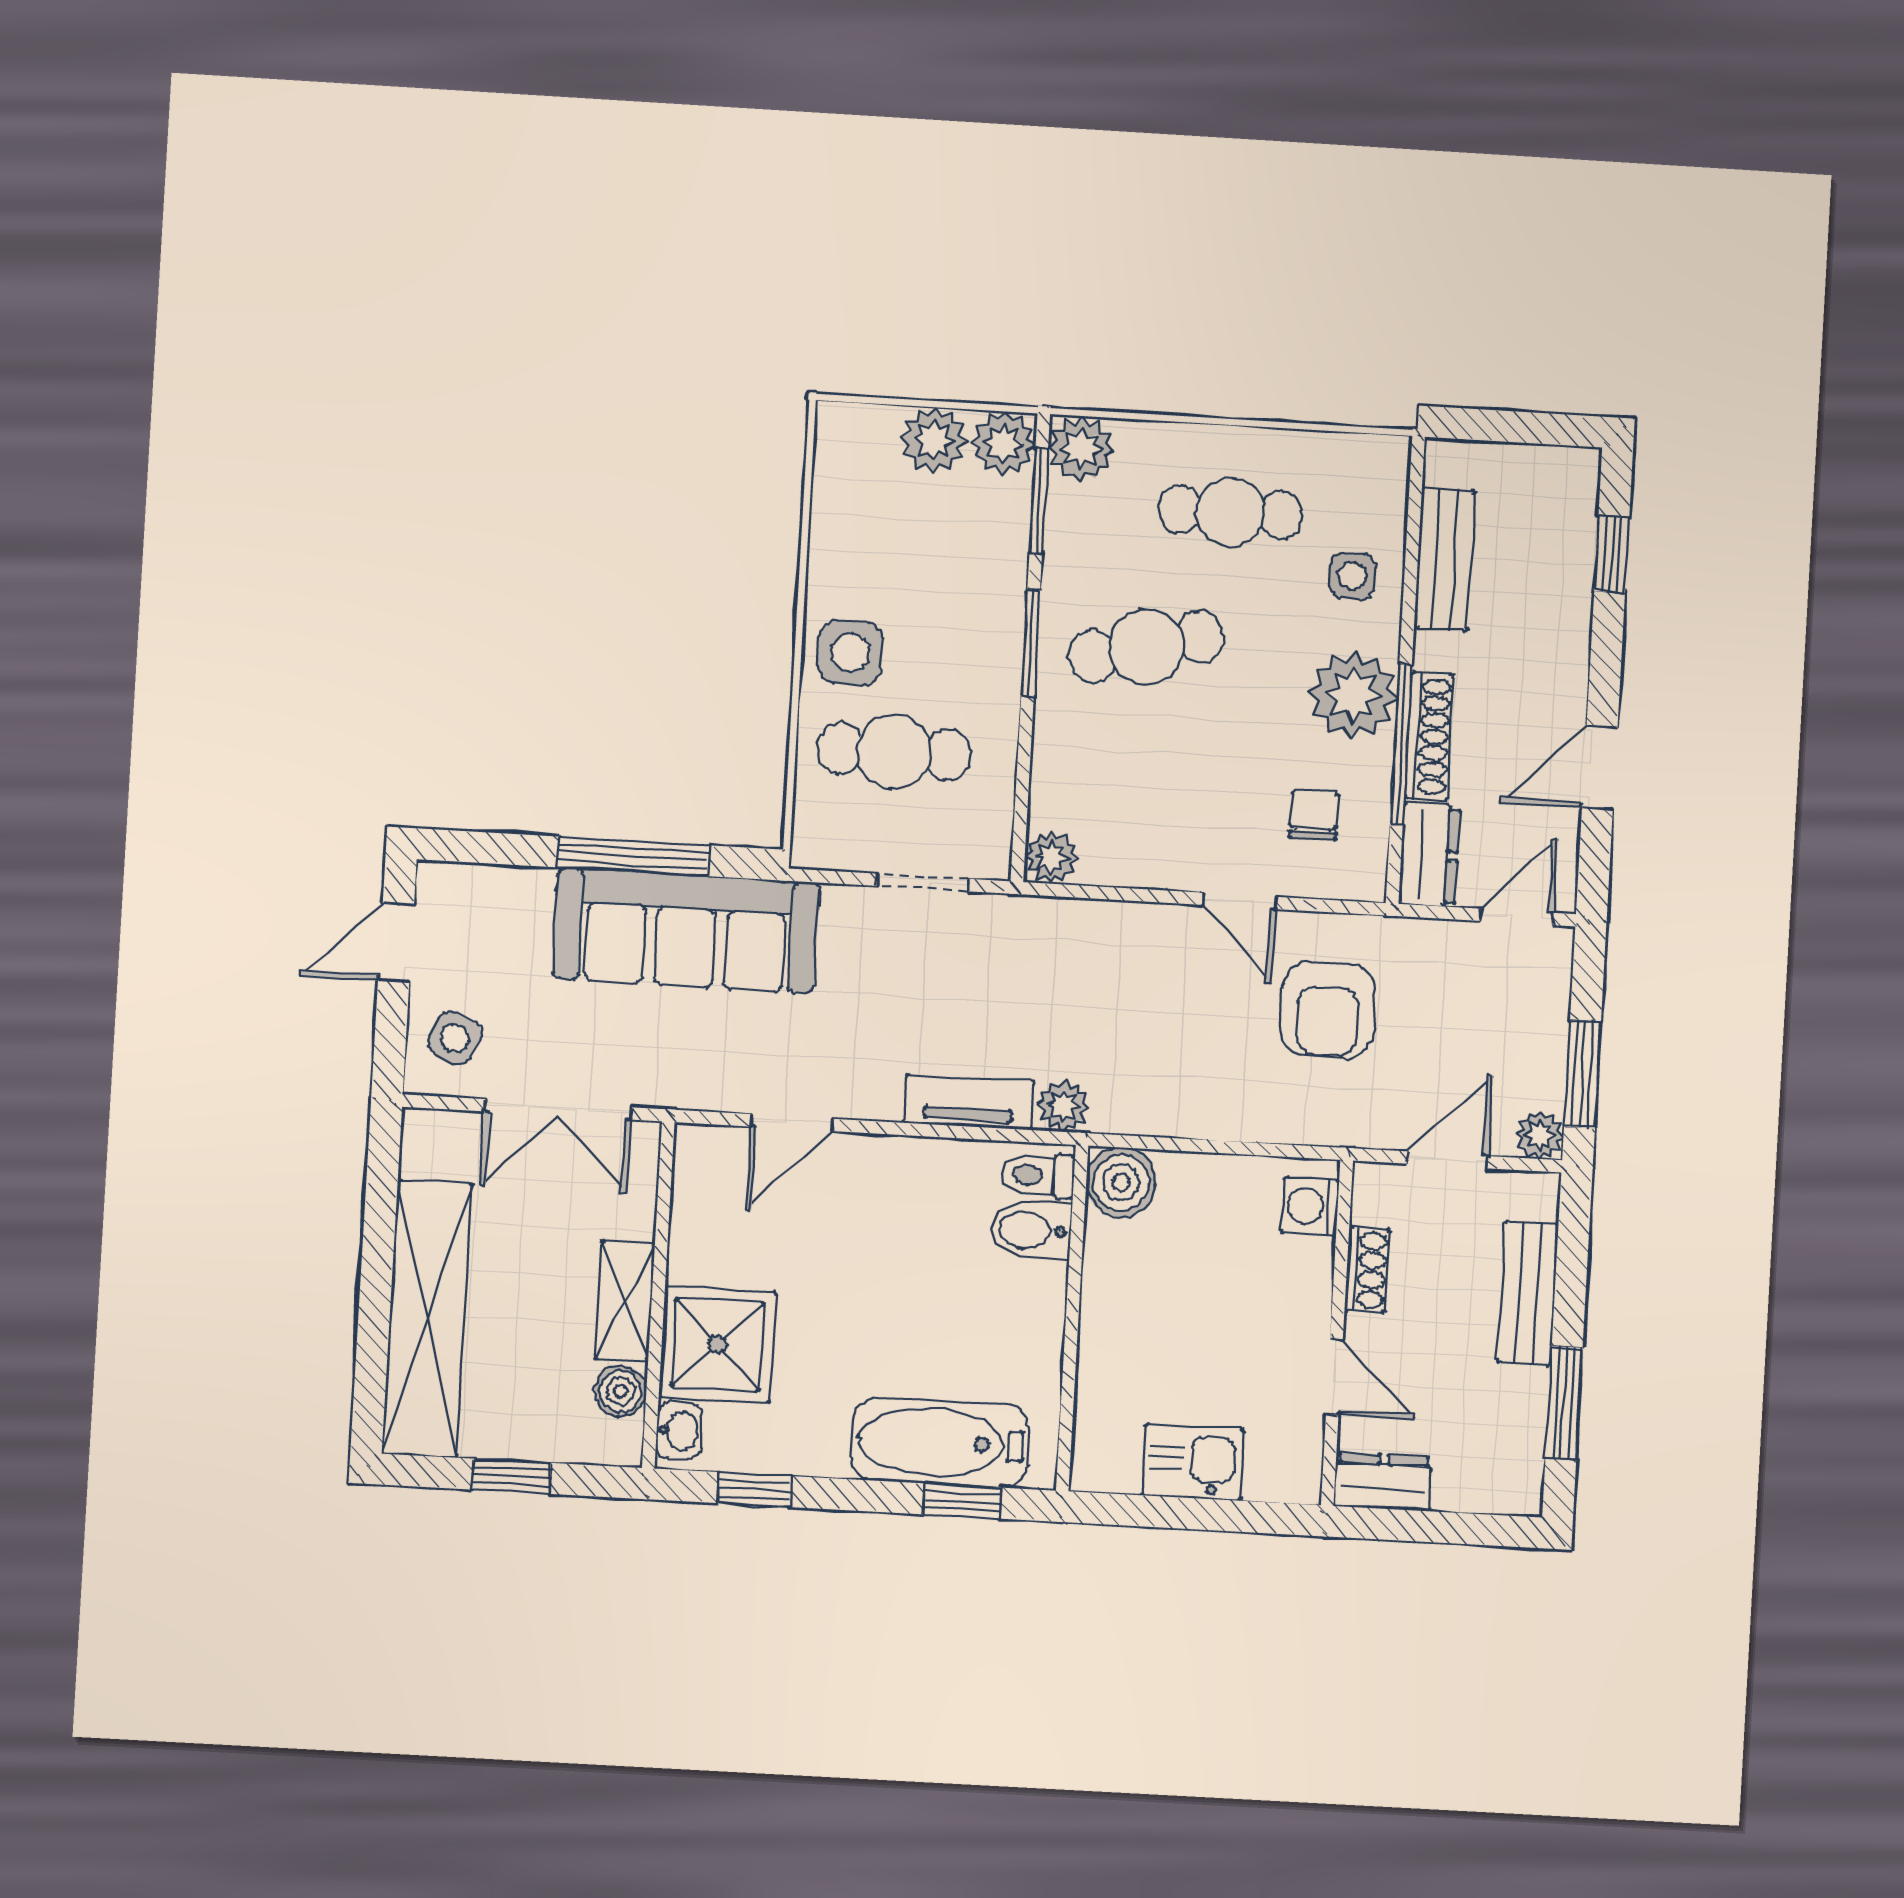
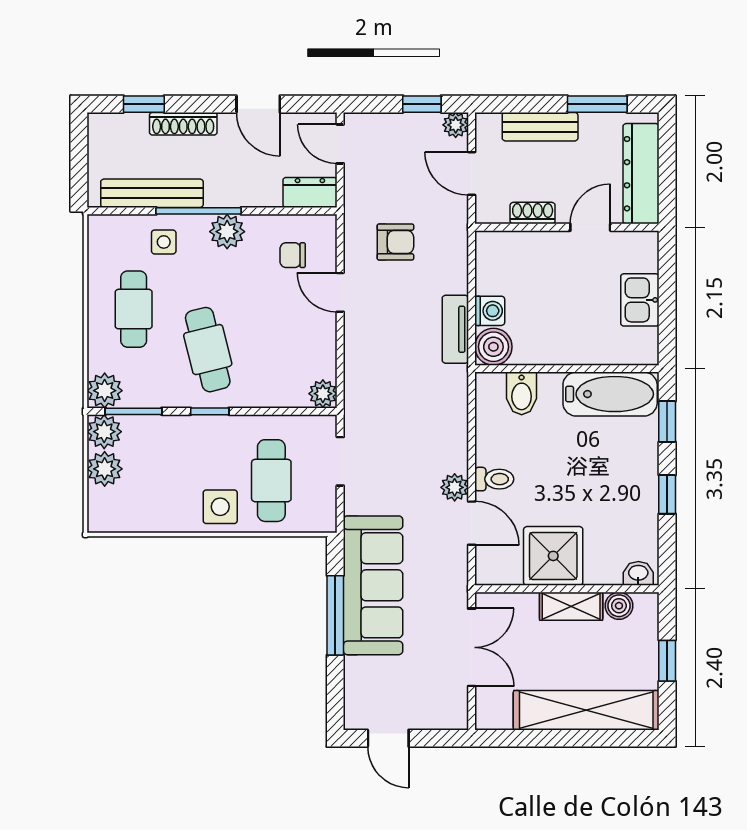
bench: (1445, 559) -> (152, 193), width x1.36
window: (1031, 643) -> (210, 411), width x0.67
plant: (1353, 695) -> (227, 232), width x0.73, depth x0.73
shoe rack: (1429, 736) -> (183, 124), moved, turned 180
window: (1401, 744) -> (199, 211), moved
door: (1239, 901) -> (340, 292), swing flipped
armchair: (1328, 1010) -> (395, 242), width x0.72, depth x0.72
side table: (455, 1038) -> (437, 704), removed
window: (1582, 1074) -> (422, 104), width x0.67
tv unit: (969, 1102) -> (455, 329), moved
plant: (1063, 1106) -> (455, 487), moved
toilet: (1038, 1175) -> (494, 479), moved, turned -90
washing machine: (1310, 1206) -> (490, 311), moved, turned -90
shower: (717, 1344) -> (553, 556), moved
bathtub: (940, 1443) -> (610, 394), moved, turned -90
dresser: (1383, 1482) -> (641, 174), width x1.96, depth x1.24
window: (755, 1490) -> (667, 494), moved

